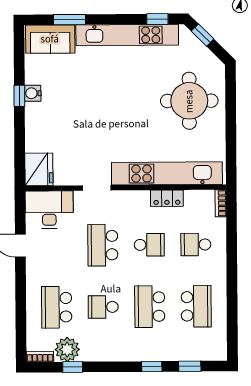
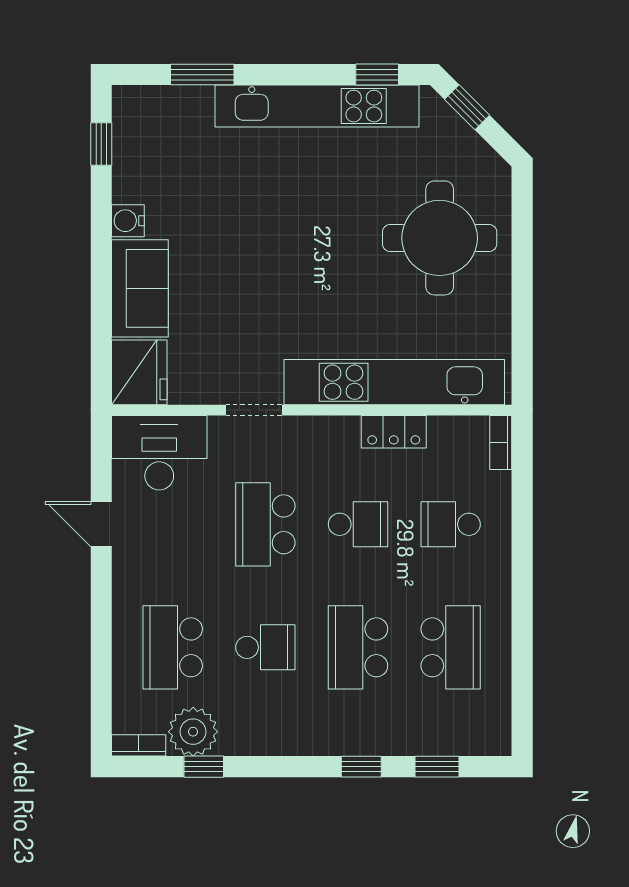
sofa: (50, 39) -> (140, 288), moved, turned -90
window: (19, 96) -> (101, 144), moved
school desk: (103, 307) -> (265, 647), turned 180

